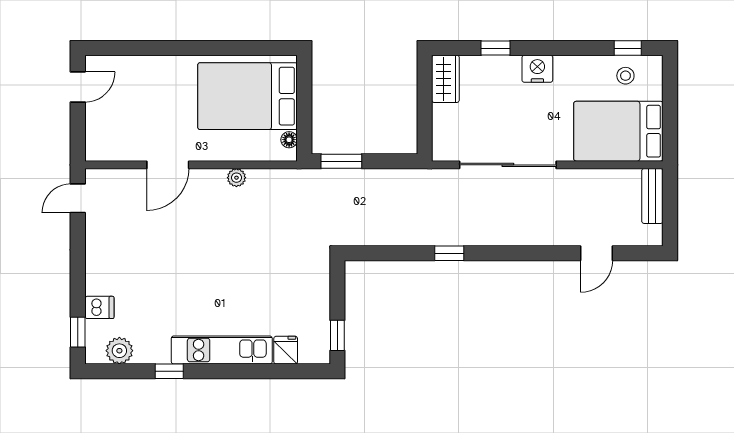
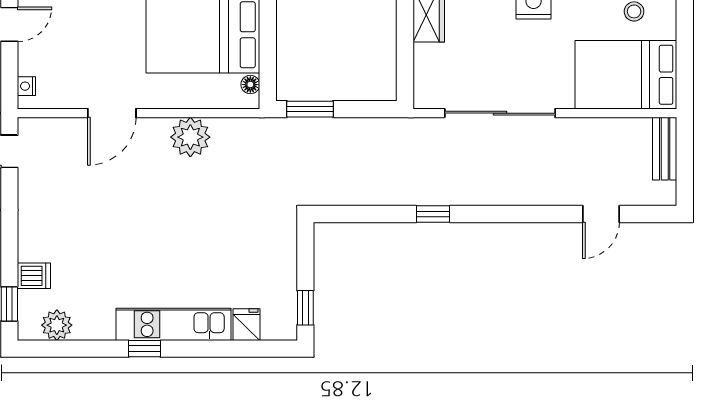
nightstand: (93, 141) -> (26, 86), added
plant: (236, 178) -> (190, 137), width x1.88, depth x1.88
window: (169, 371) -> (145, 349), moved

